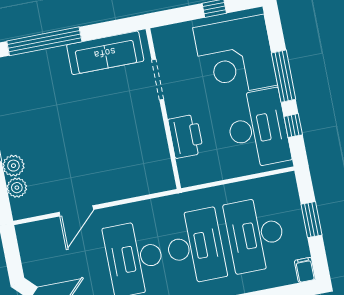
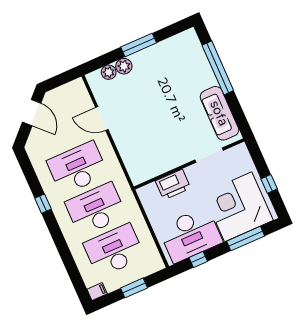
window: (284, 76) -> (246, 239), moved
desk: (195, 247) -> (96, 209), turned 180

